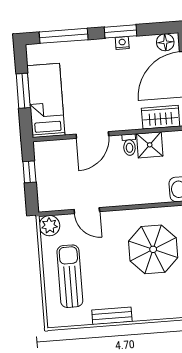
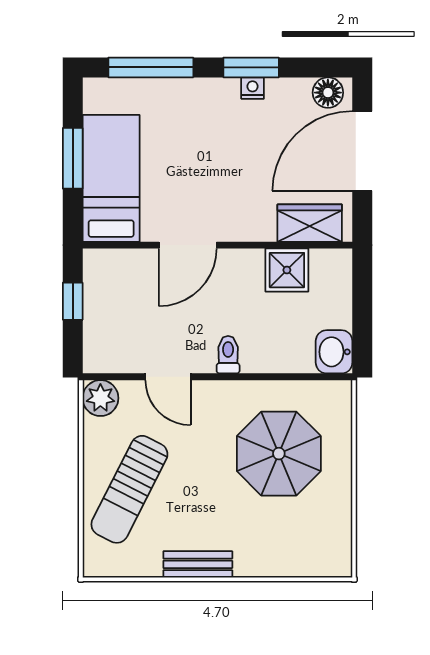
toilet: (129, 145) -> (228, 355), moved, turned 180
sun lounger: (70, 276) -> (129, 489), turned -153

